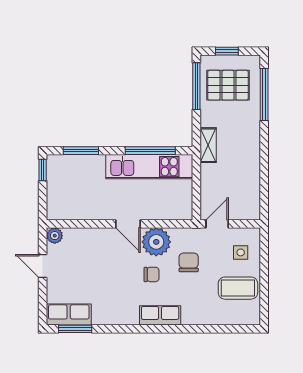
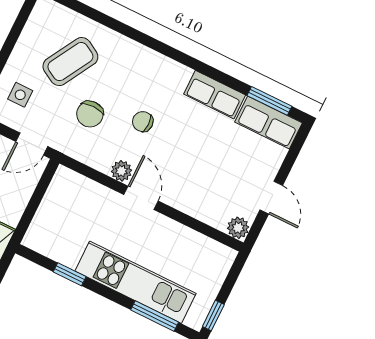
window: (150, 151) -> (70, 274), width x0.46
kitchen unit: (149, 167) -> (135, 282), moved
plant: (156, 242) -> (121, 171), width x0.53, depth x0.53
coffee table: (238, 288) -> (70, 62), moved, turned -60
row of seats: (160, 315) -> (215, 95), moved

